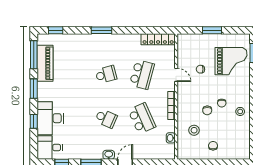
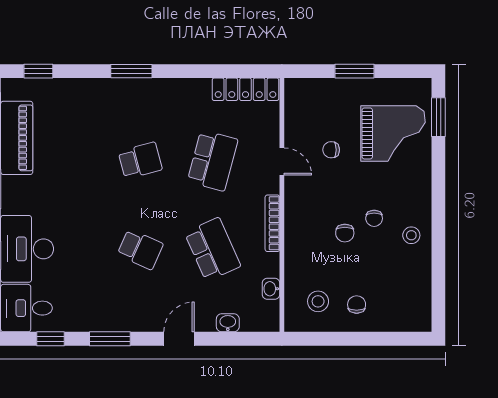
stool: (194, 130) -> (318, 301), moved
washbasin: (109, 155) -> (228, 323), moved

